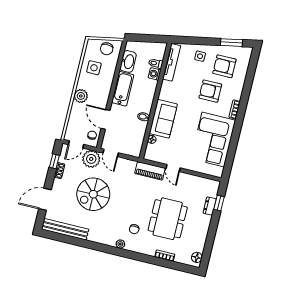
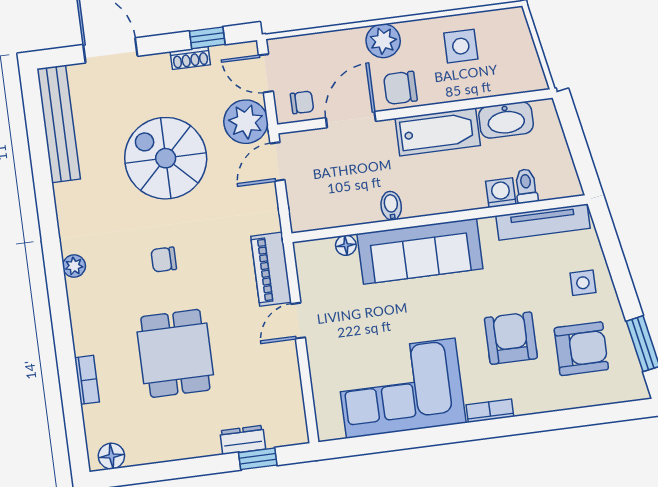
chair: (107, 49) -> (400, 88), moved
armchair: (224, 66) -> (581, 349), turned 90
sofa: (163, 119) -> (420, 251), width x1.36
dining table: (168, 219) -> (175, 353), width x0.73
chair: (134, 229) -> (164, 259), moved

